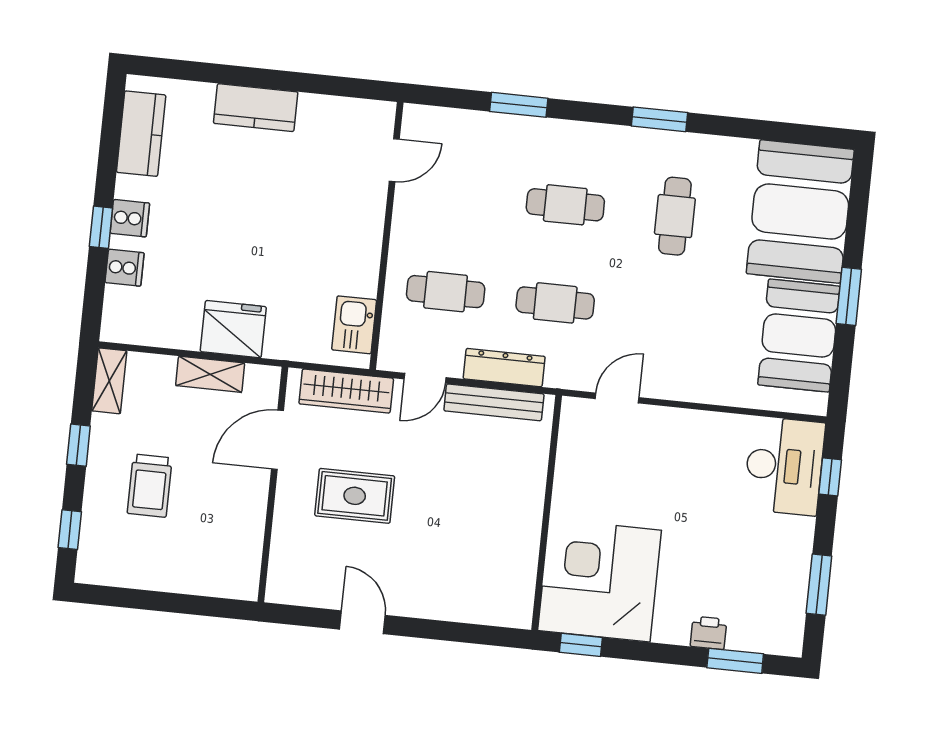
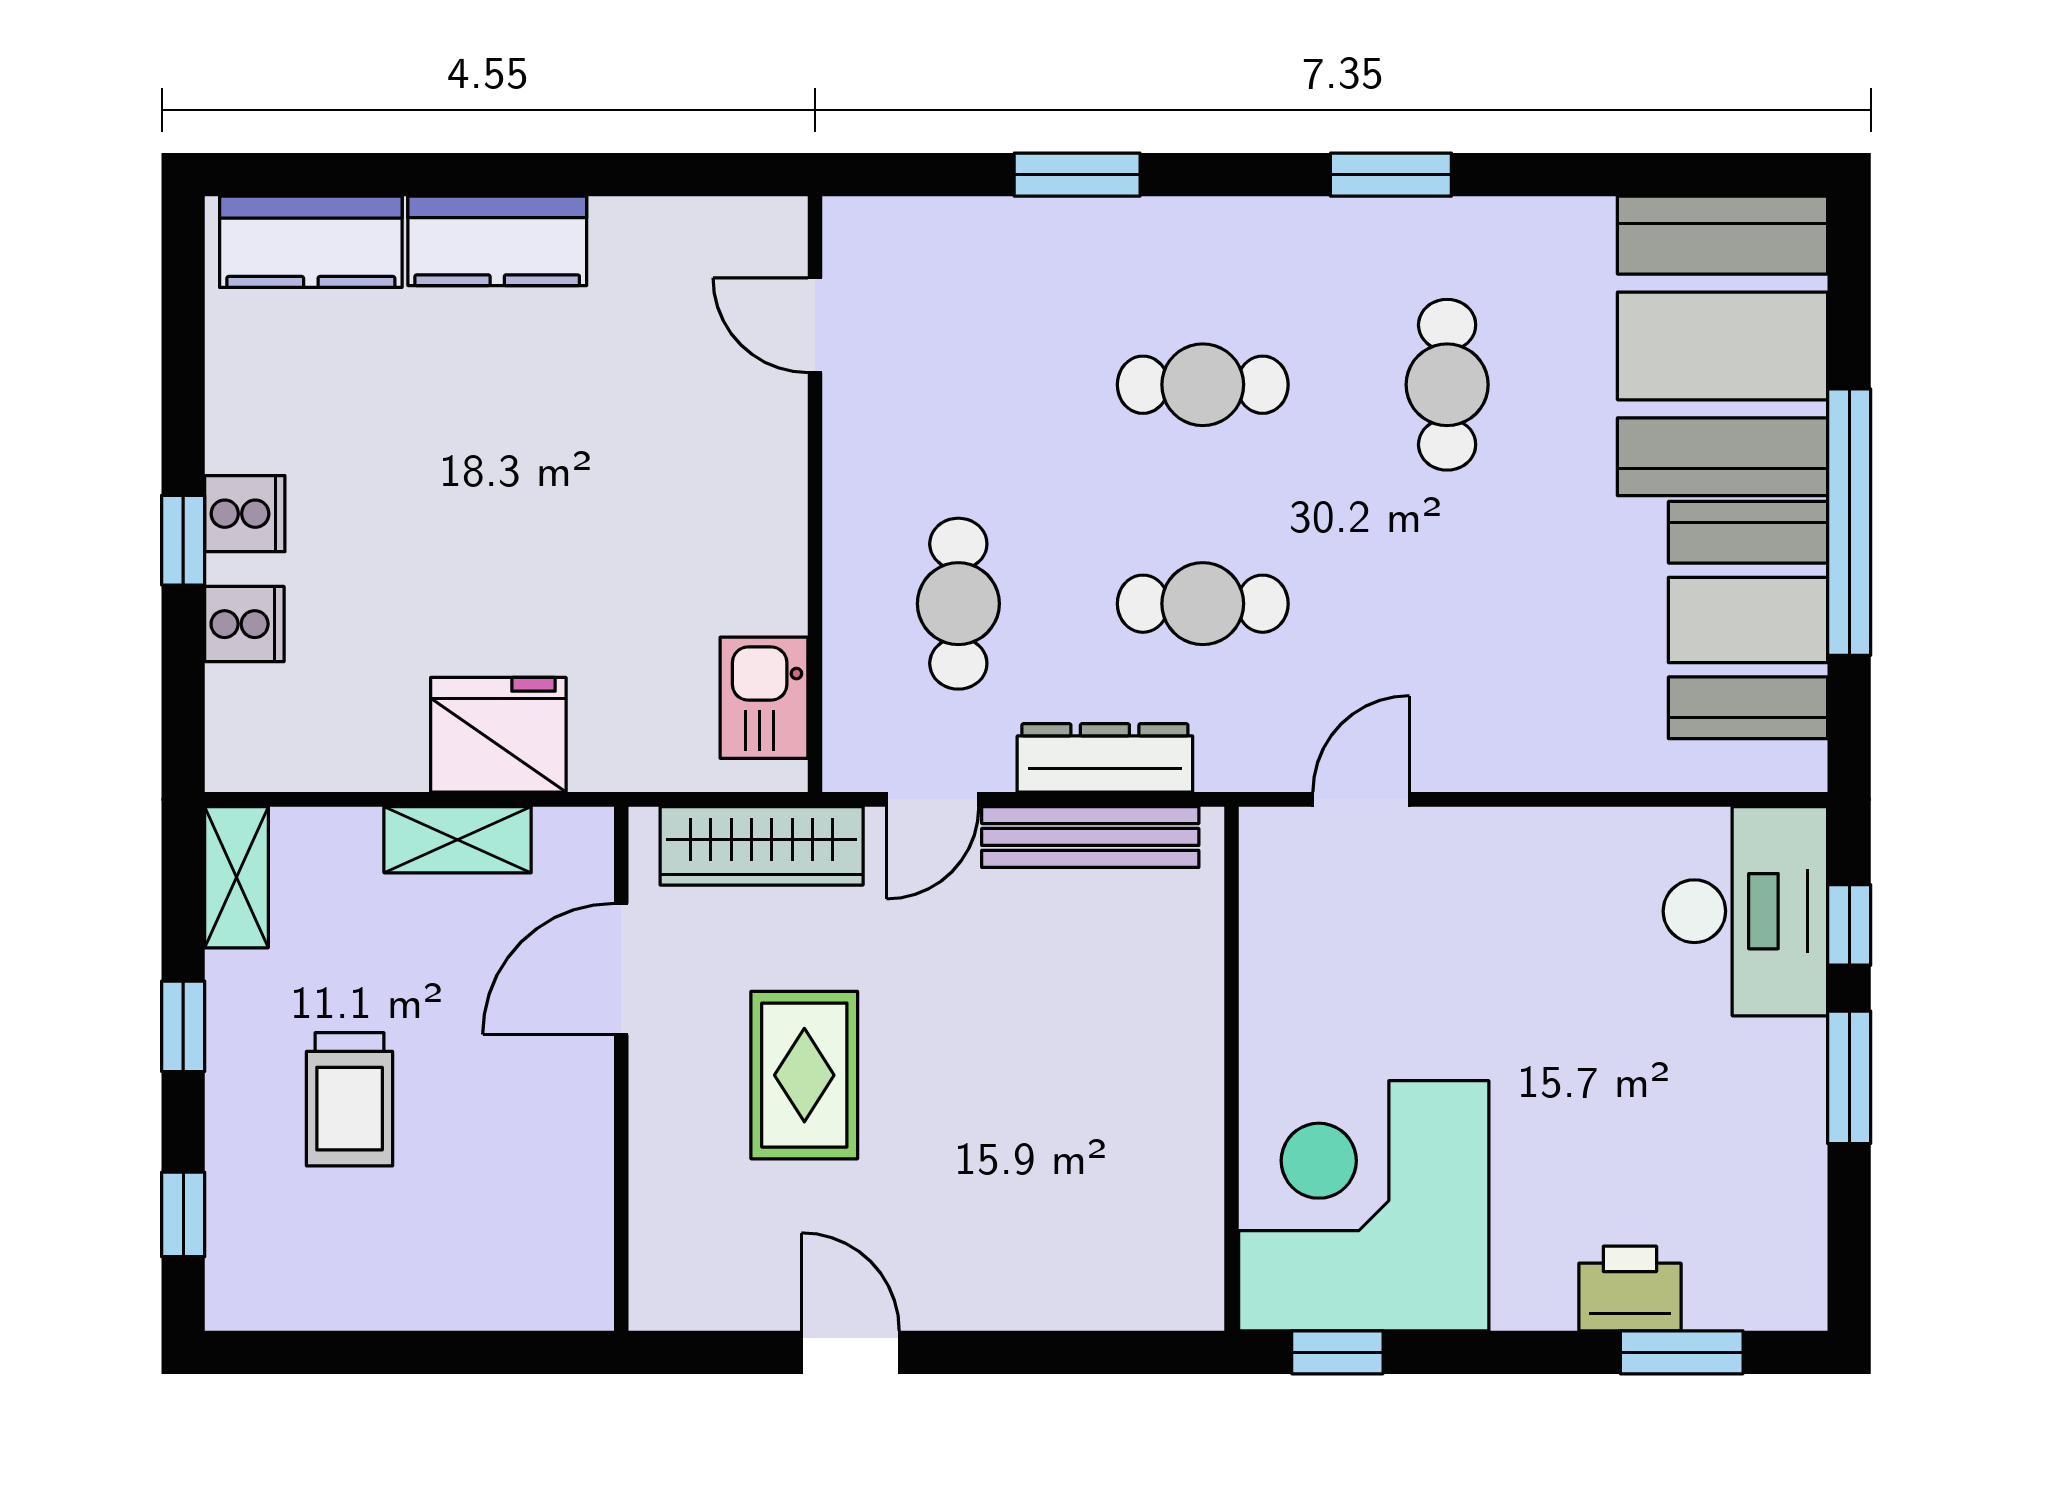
kitchen counter: (141, 134) -> (311, 242), moved, turned 90
door: (394, 160) -> (815, 325), swing flipped
cafe table: (446, 292) -> (958, 604), turned 90
window: (849, 296) -> (1849, 522), width x2.11
rug: (355, 496) -> (804, 1075), turned 90
window: (819, 585) -> (1849, 1077), moved
printer: (709, 633) -> (1630, 1288), width x1.36, depth x1.24

